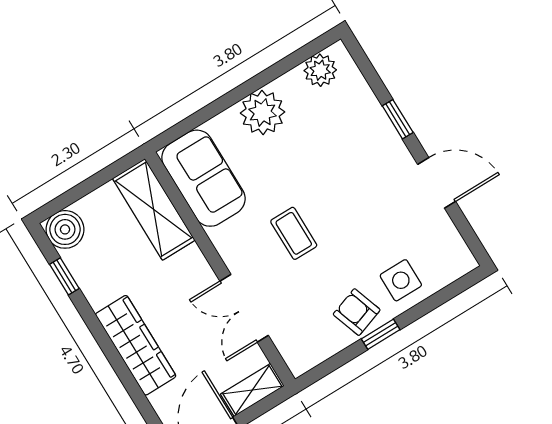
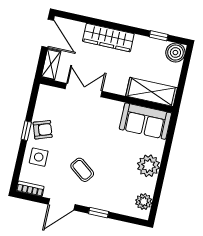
coffee table: (294, 233) -> (82, 170), moved, turned 37
bookcase: (458, 249) -> (30, 189), added

